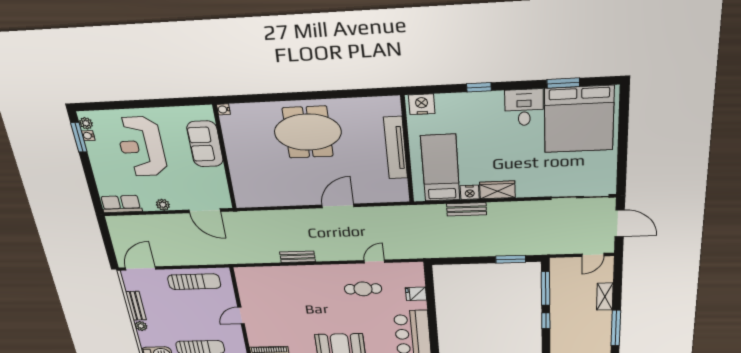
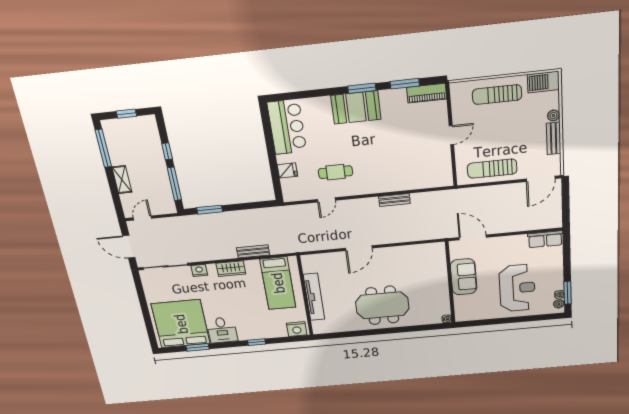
sofa: (205, 144) -> (464, 277), moved
nightstand: (470, 192) -> (199, 270), moved
plant: (163, 205) -> (508, 241), removed

